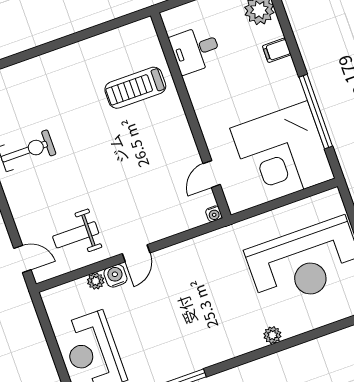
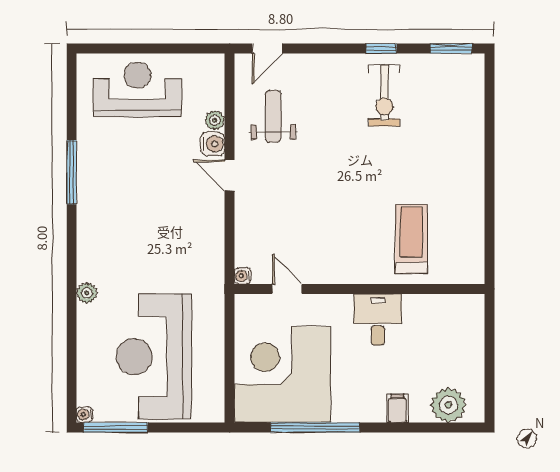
desk: (195, 50) -> (378, 320), moved

